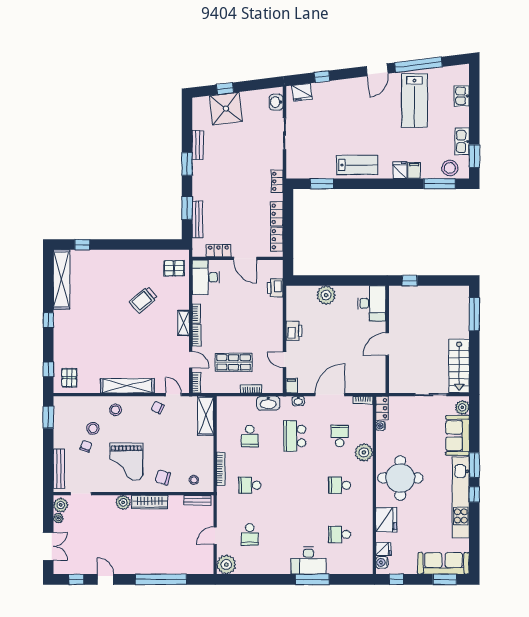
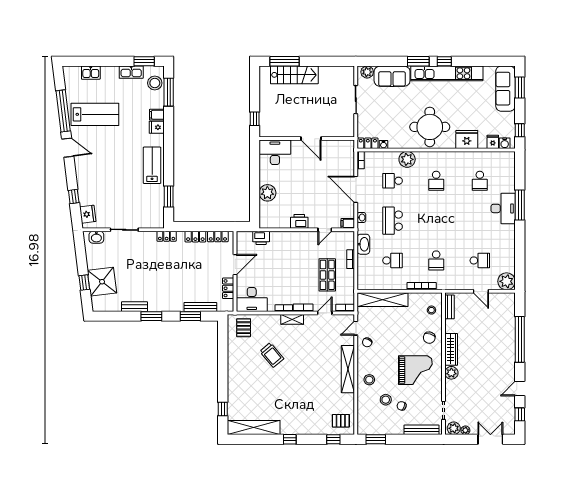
stairs: (459, 366) -> (294, 75), moved
shelving: (206, 416) -> (383, 300), width x1.47
school desk: (295, 436) -> (393, 221), turned 90

